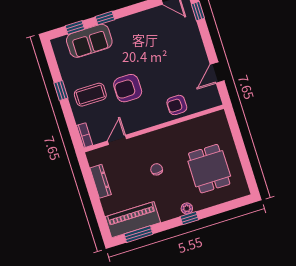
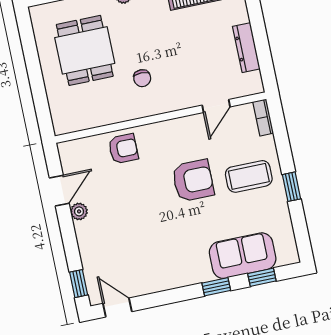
plant: (202, 60) -> (79, 211), added
chair: (157, 169) -> (142, 78), moved

